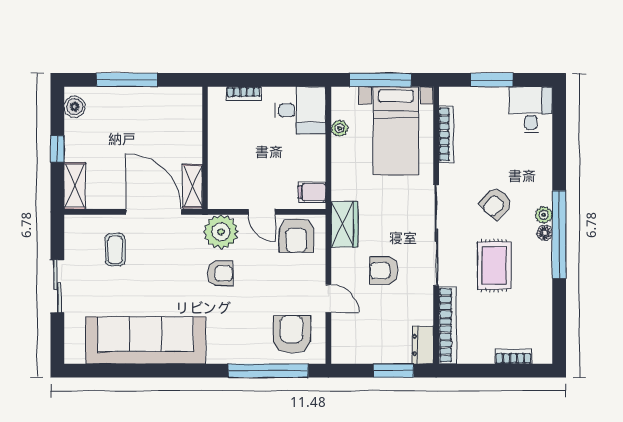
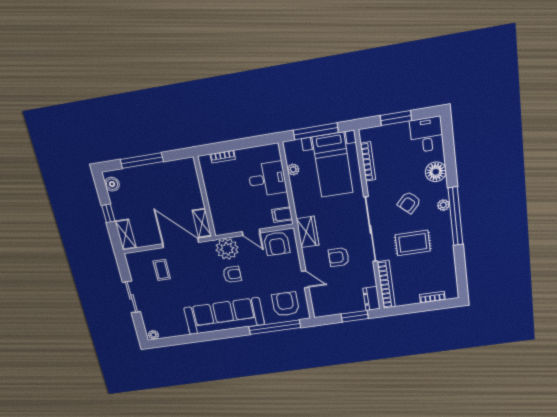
desk: (300, 110) -> (267, 179), moved
floor lamp: (545, 233) -> (436, 172), moved, width x1.89, depth x1.89
rug: (494, 266) -> (413, 243), turned 90
sofa: (146, 340) -> (224, 316), moved
plant: (76, 356) -> (153, 335), added

